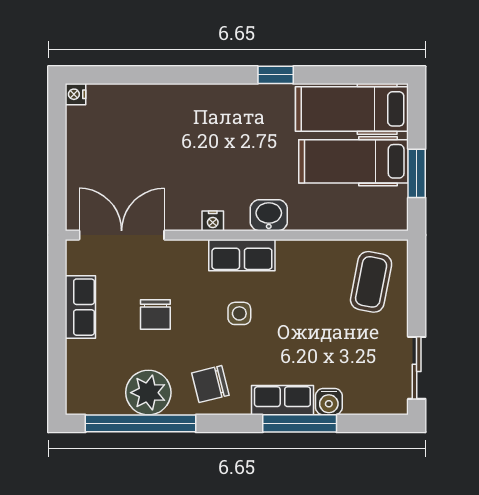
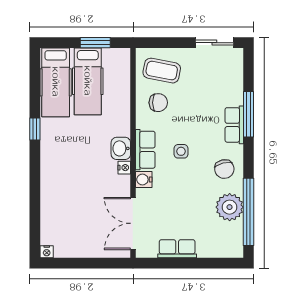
washbasin: (269, 215) -> (121, 148), moved
chair: (155, 314) -> (158, 103), moved
water cooler: (329, 402) -> (144, 180), moved, turned 180

